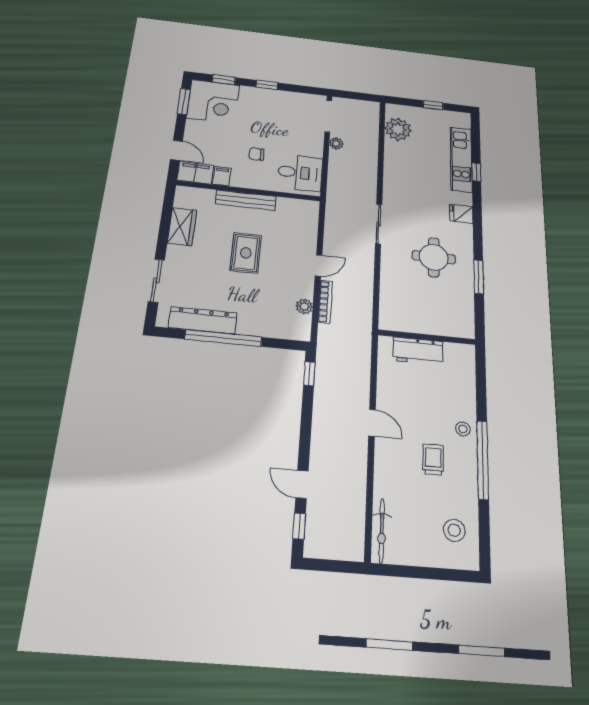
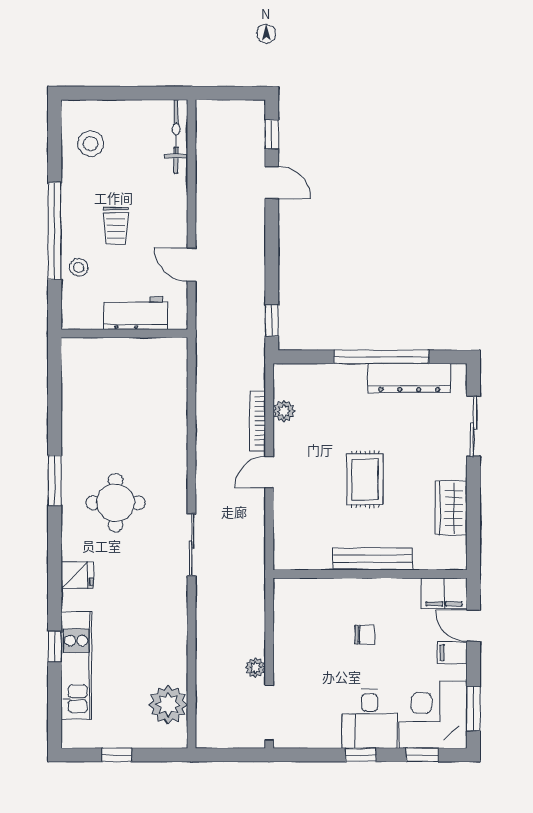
desk: (300, 173) -> (370, 719), moved, turned -90
filing cabinet: (222, 176) -> (452, 653), moved, turned 90
wall: (427, 337) -> (124, 334), moved
workbench: (418, 351) -> (136, 313), moved

